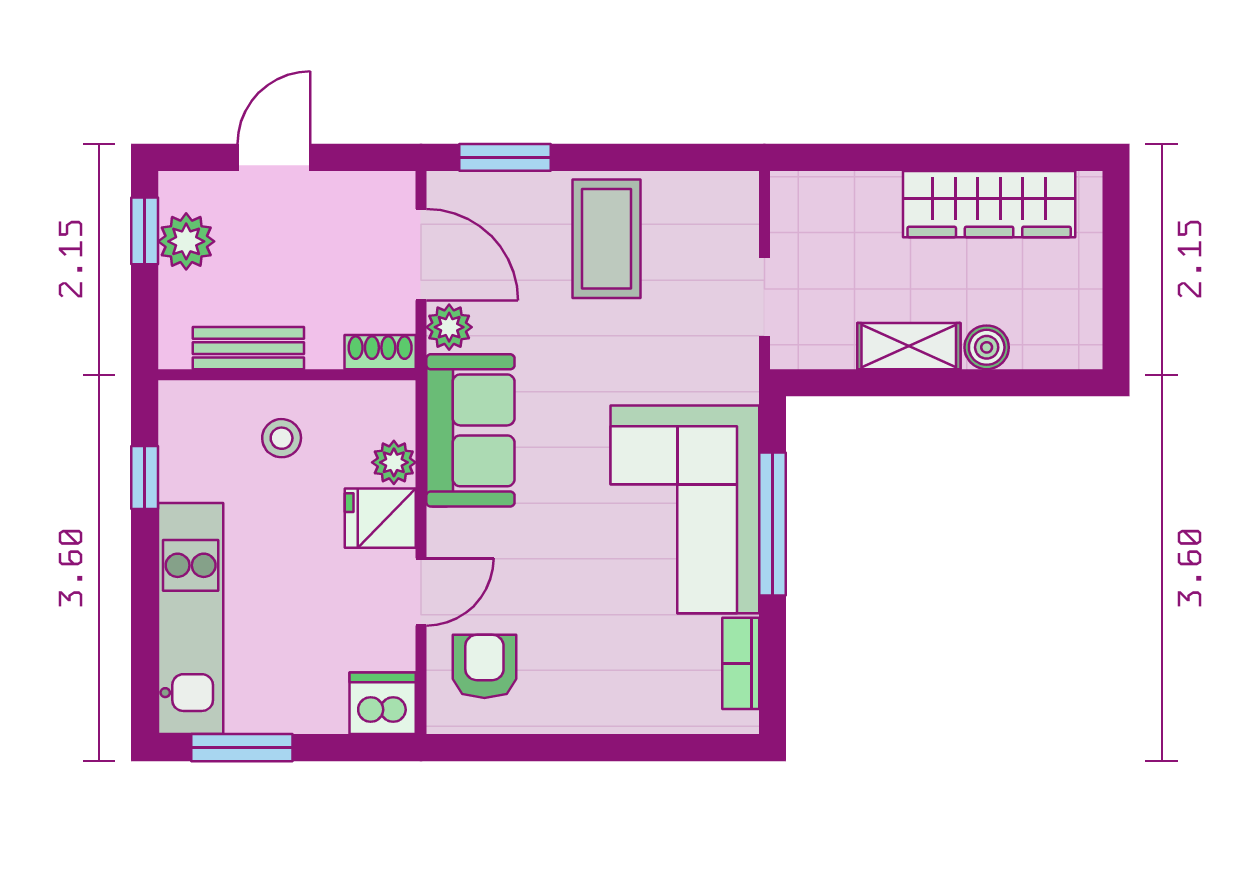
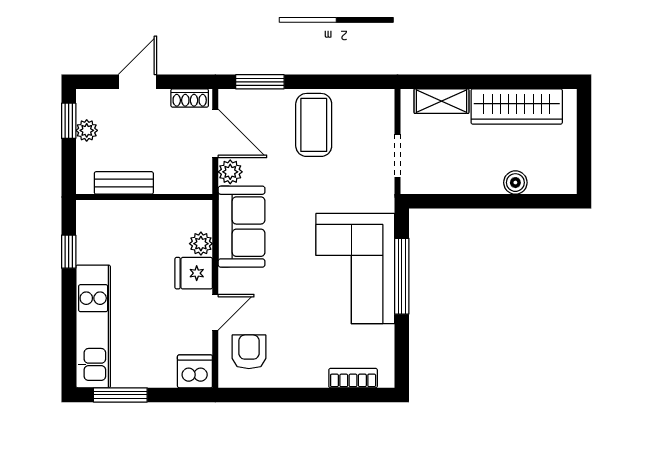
plant: (186, 241) -> (87, 130), width x0.73, depth x0.73
shelving: (909, 346) -> (441, 101), moved
shoe rack: (380, 352) -> (190, 98), moved, turned 180
stool: (282, 438) -> (141, 231), removed
bookcase: (741, 663) -> (353, 378), moved, turned 90

